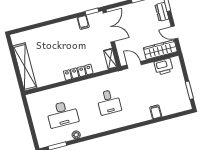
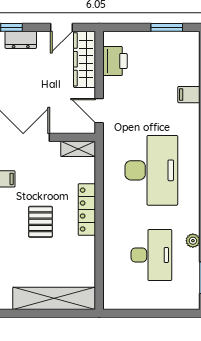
pallet: (65, 49) -> (41, 222), added
door: (134, 65) -> (99, 111), hinge flipped
desk: (109, 102) -> (151, 170), width x1.87, depth x1.30

